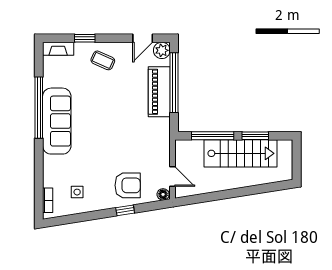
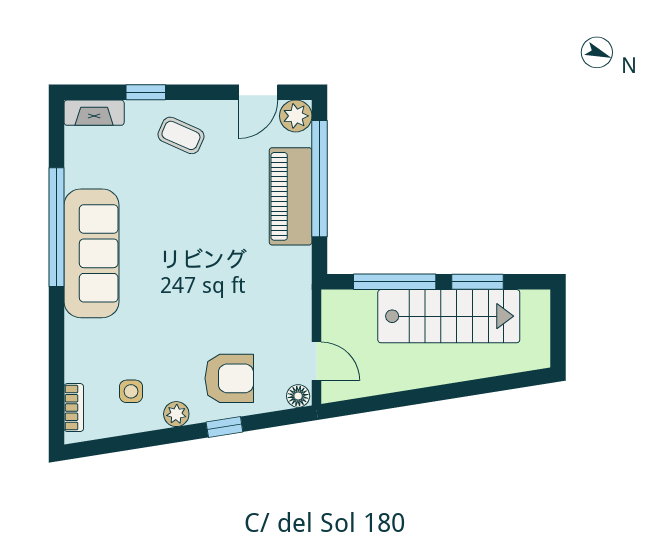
plant: (100, 204) -> (176, 414), added

